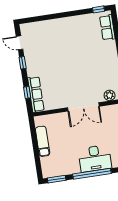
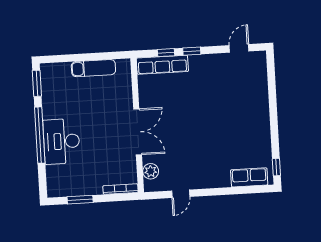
window: (23, 63) -> (192, 51), moved
double door: (83, 107) -> (138, 132), swing flipped

